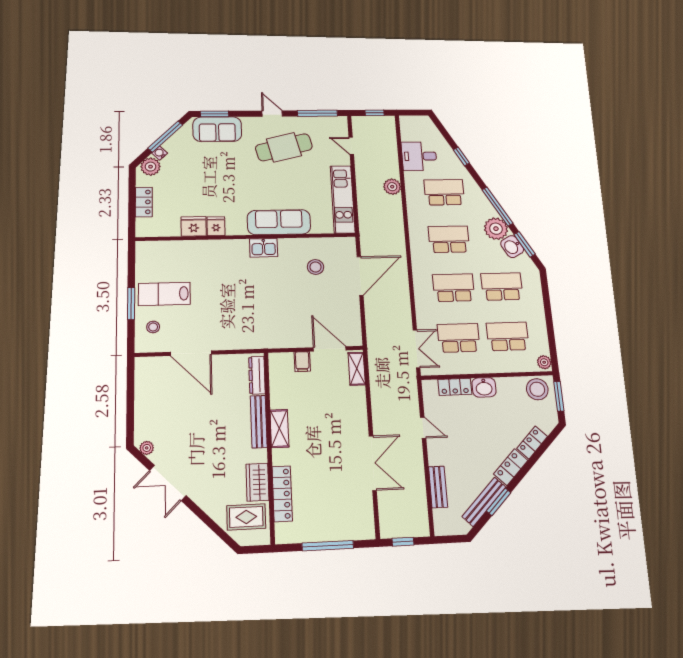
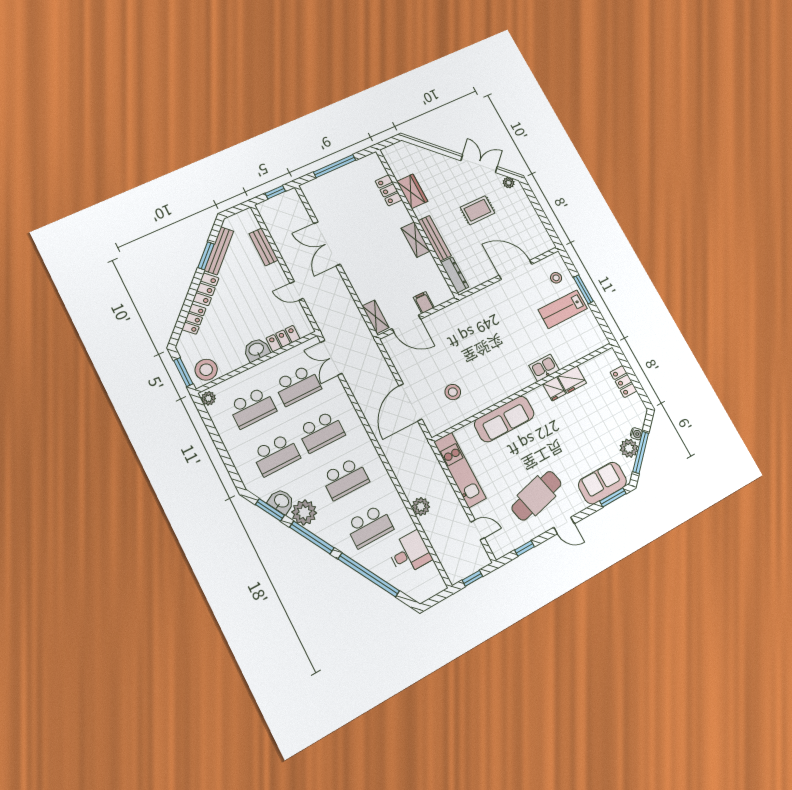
window: (317, 113) -> (524, 548), width x0.46
window: (461, 156) -> (369, 575), width x3.17
plant: (151, 167) -> (629, 448), moved
kitchen sink: (264, 248) -> (544, 368), moved
lab bench: (164, 294) -> (563, 309), turned 180
locker: (282, 494) -> (389, 190), width x0.66
rug: (246, 517) -> (477, 210), moved

